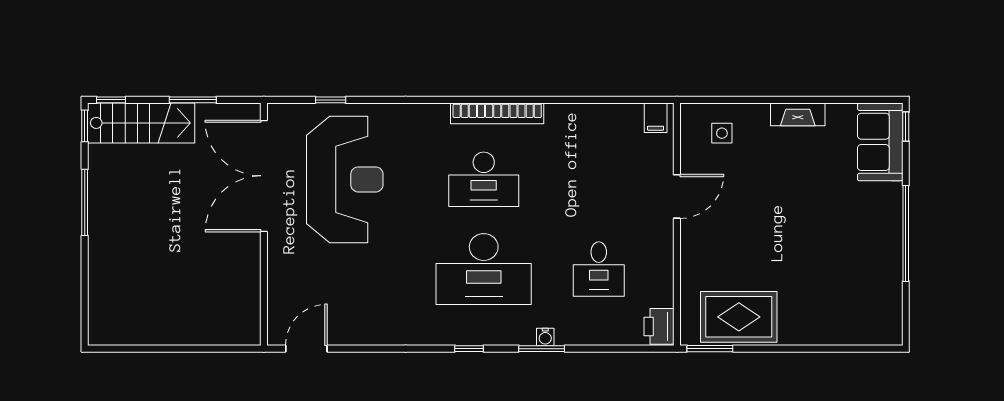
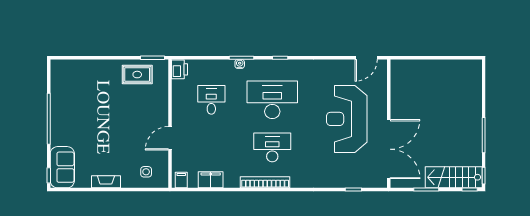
filing cabinet: (600, 118) -> (211, 180), added
reception desk: (345, 179) -> (347, 119), moved
rug: (739, 317) -> (137, 75), width x0.73, depth x0.70

